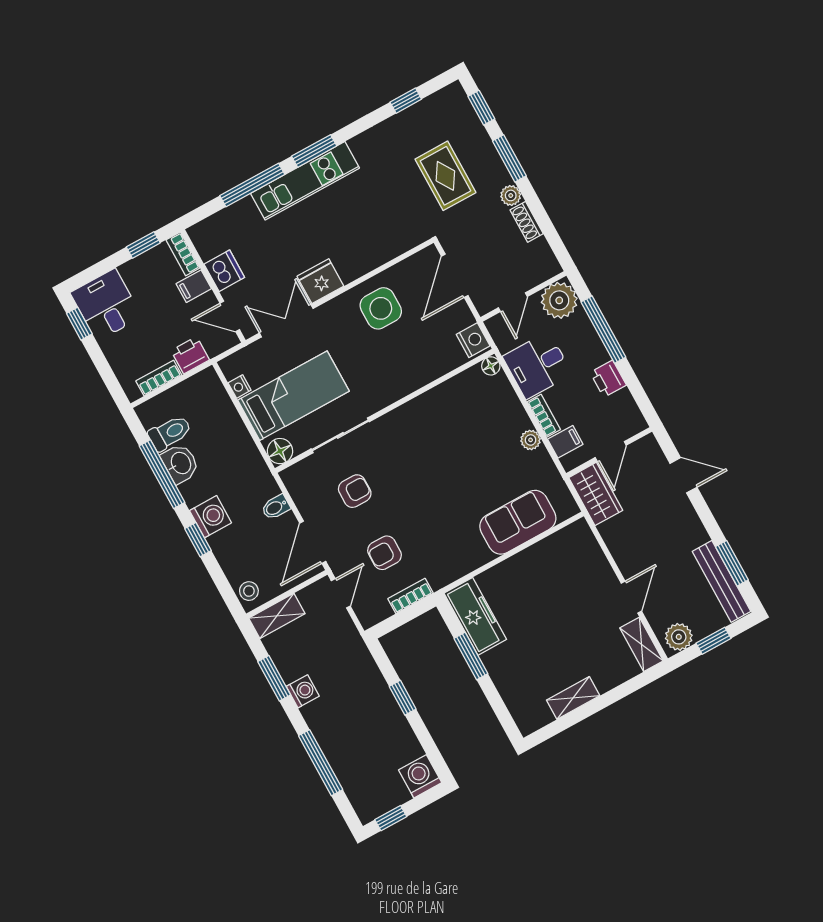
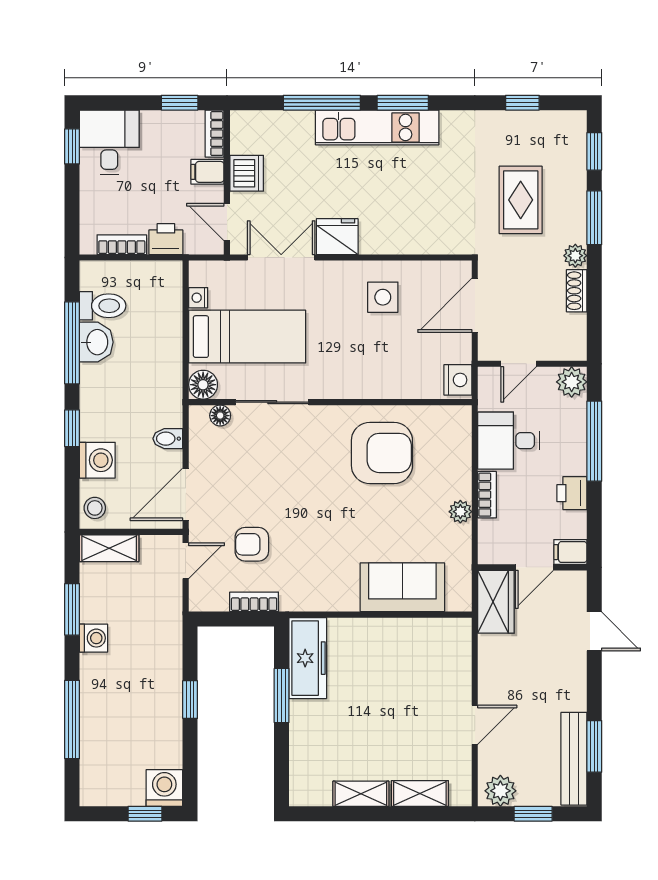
plant: (559, 300) -> (572, 382), width x0.73, depth x0.73
side table: (381, 308) -> (383, 297), width x0.73, depth x0.73
floor lamp: (491, 366) -> (220, 416), moved
filing cabinet: (565, 442) -> (570, 552), moved, turned 180
armchair: (355, 491) -> (382, 453), moved, width x1.88, depth x1.88
washing machine: (211, 517) -> (97, 460), moved
shelving: (641, 644) -> (420, 793), moved, turned 90
window: (391, 818) -> (145, 814), moved

